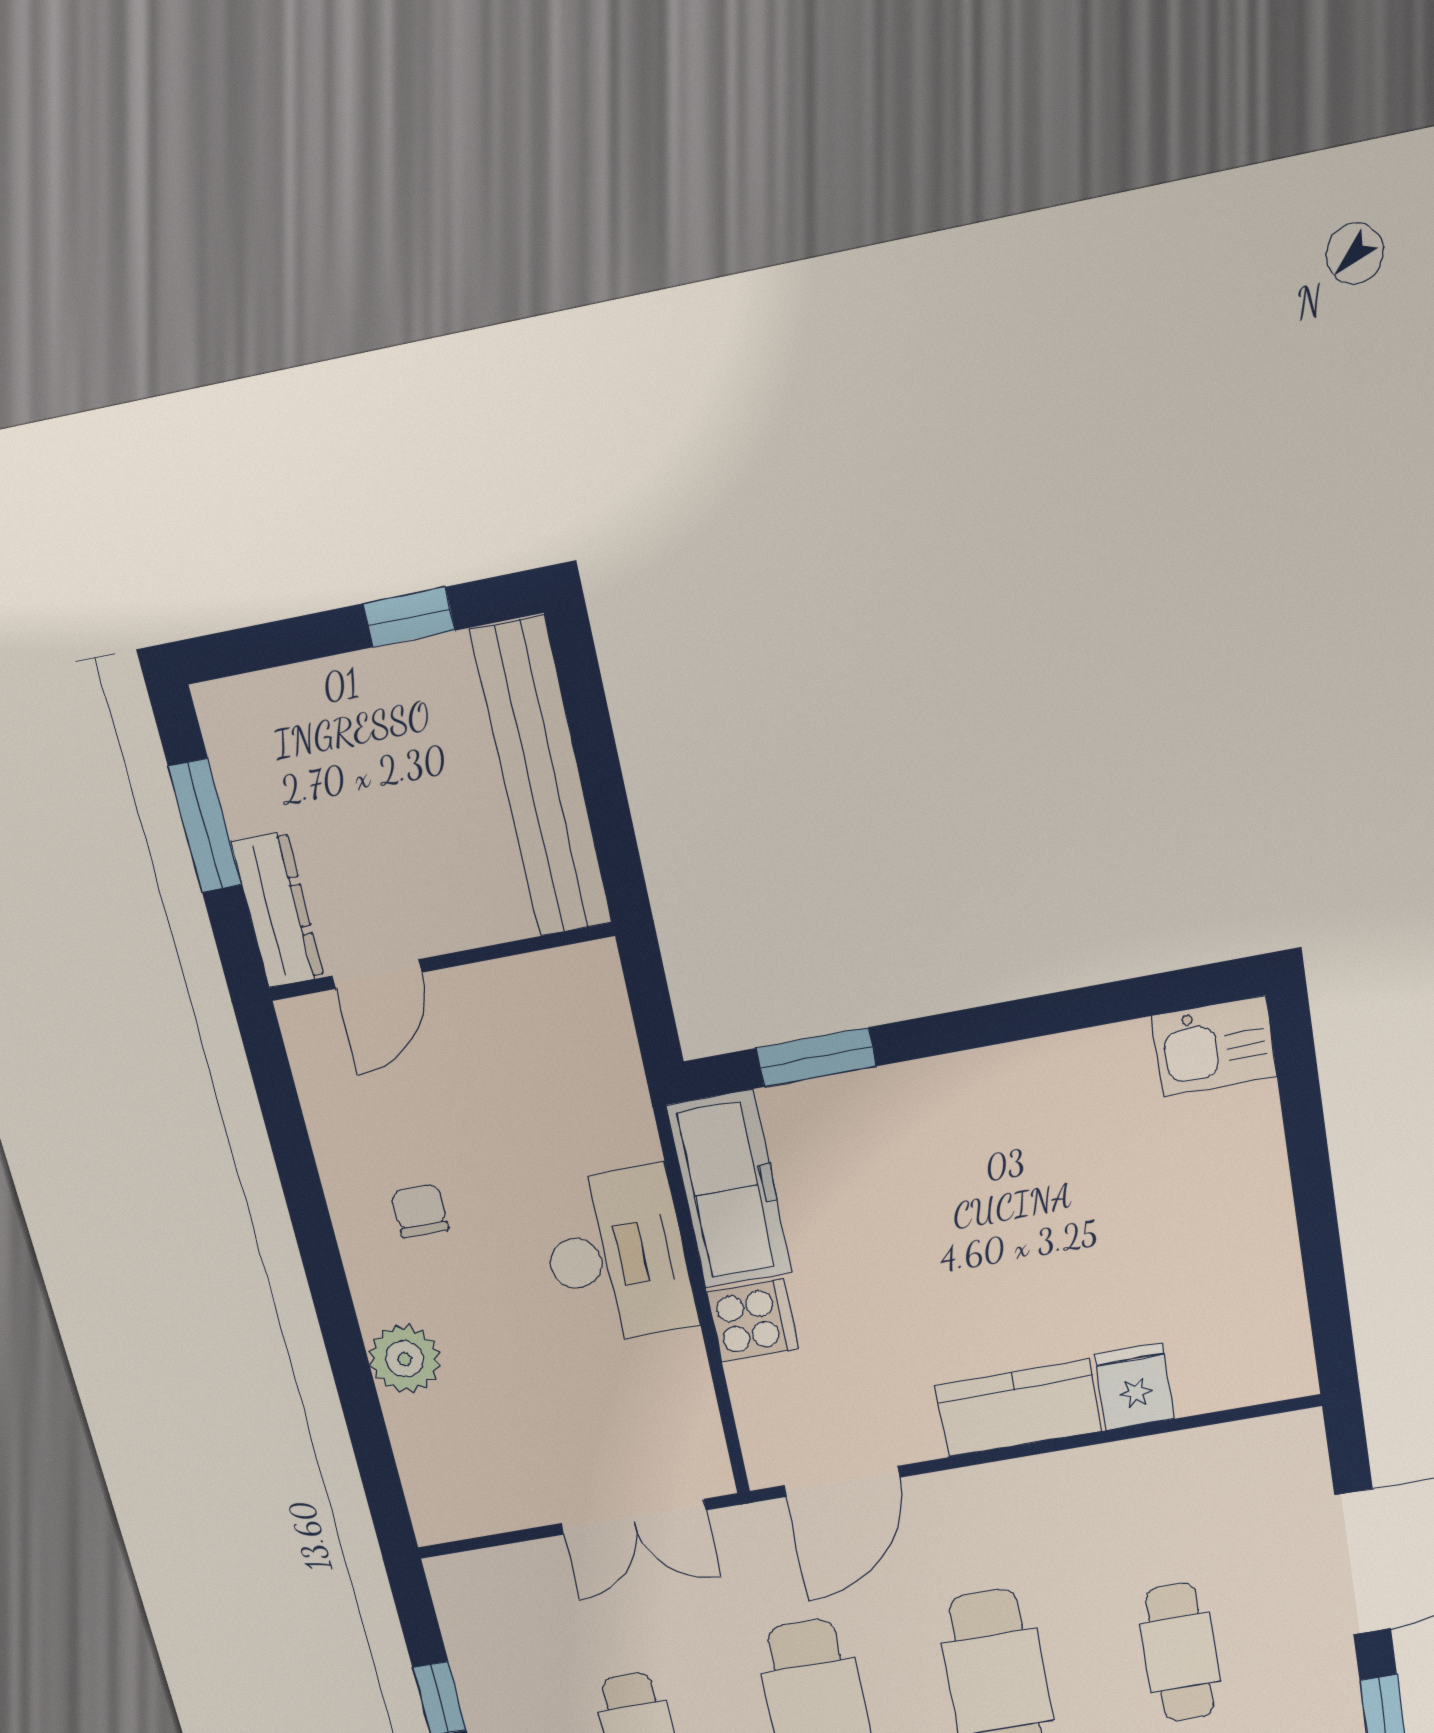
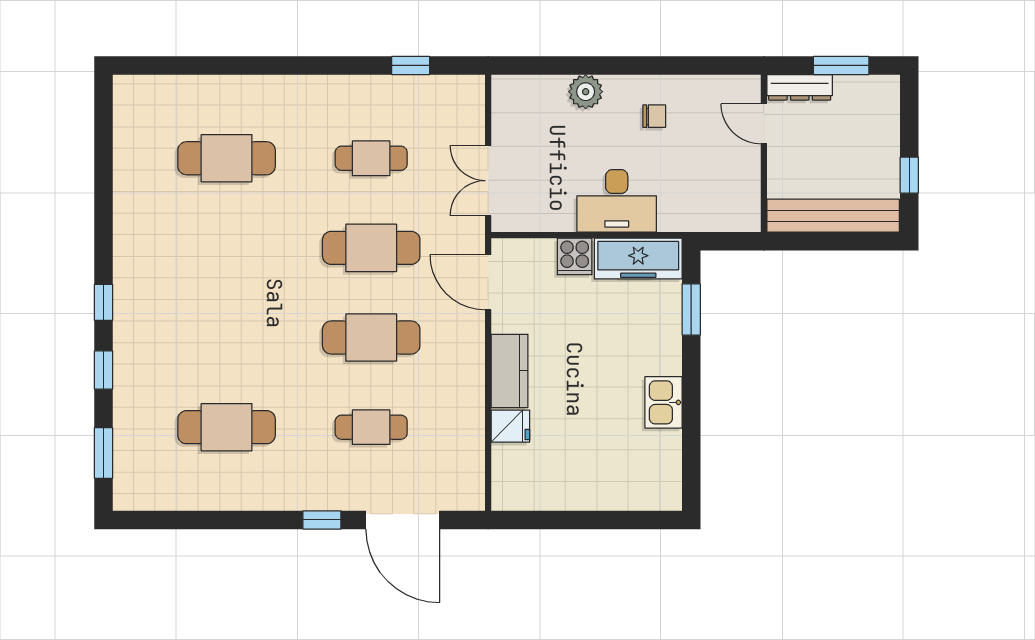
kitchen sink: (1214, 1046) -> (664, 402), moved

